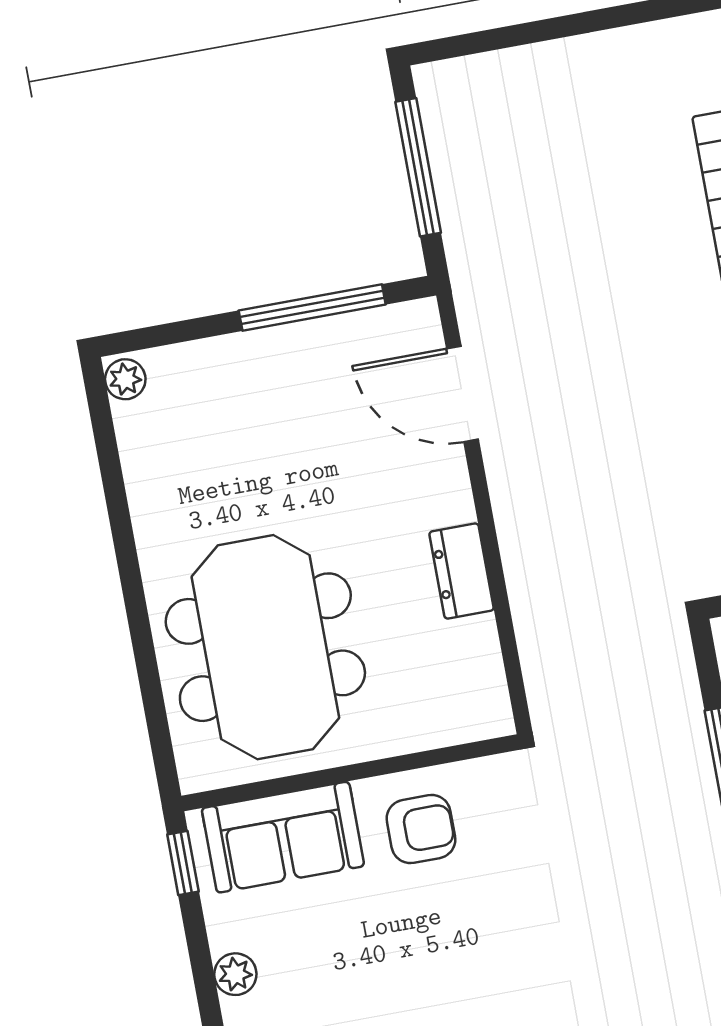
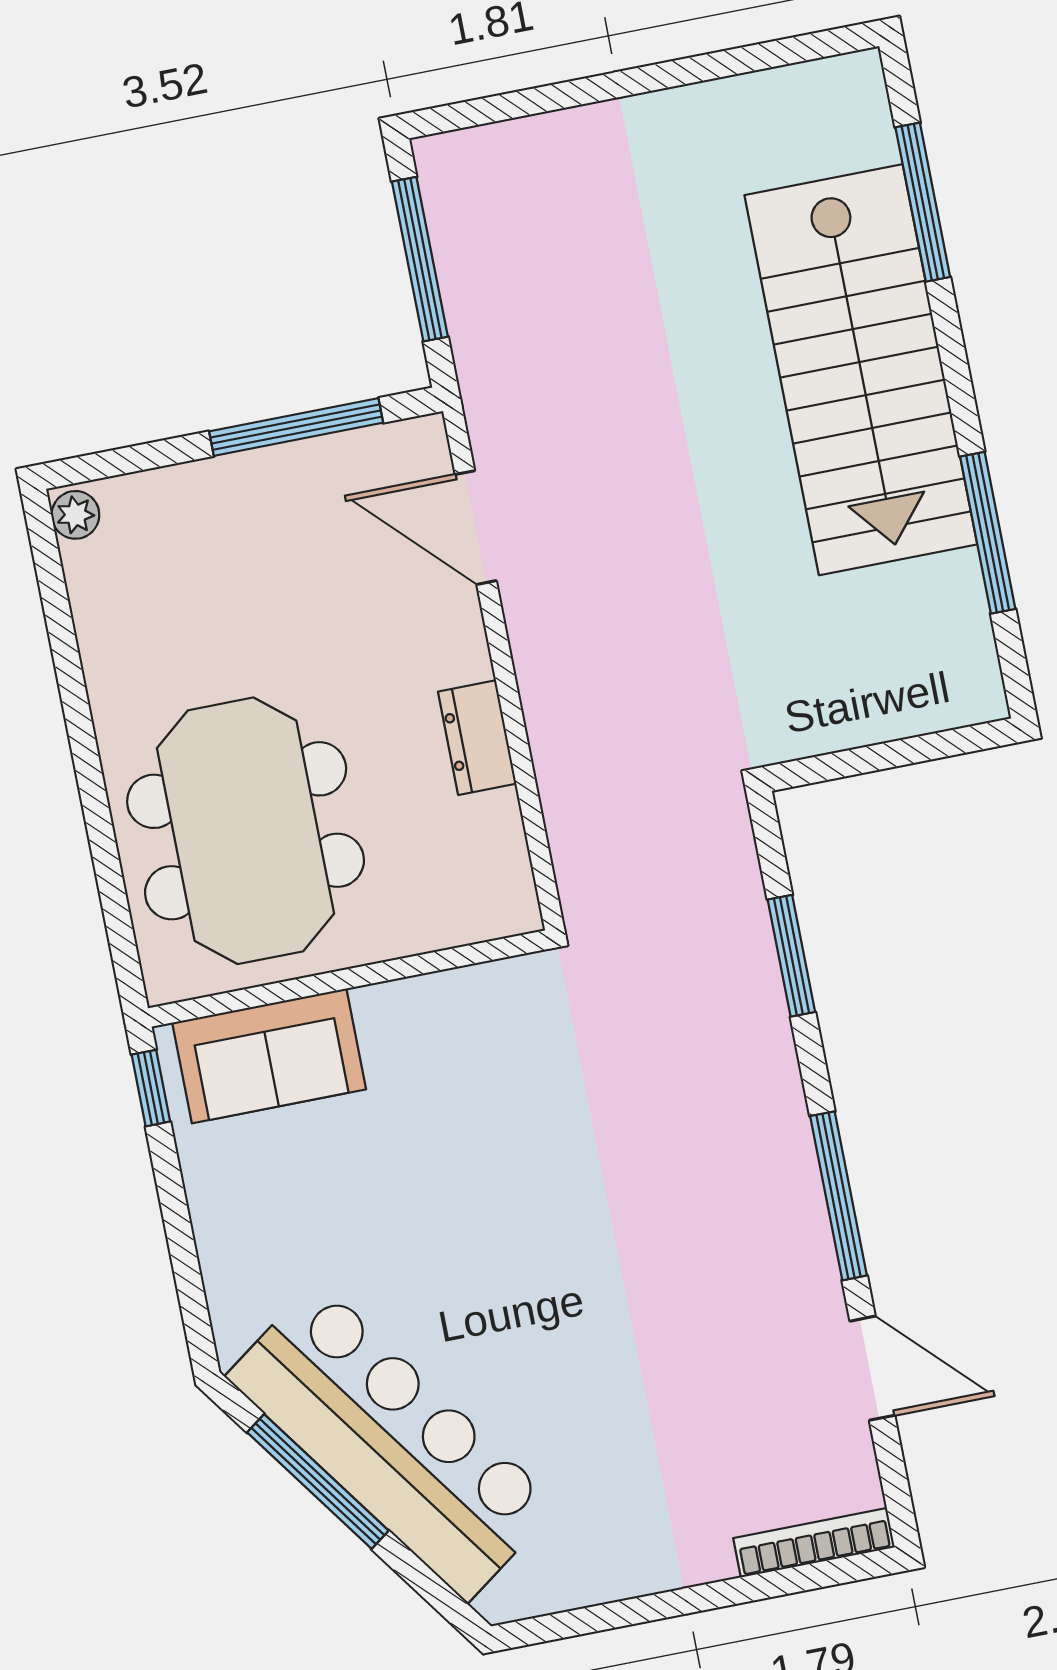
armchair: (421, 829) -> (433, 1044), removed
plant: (235, 974) -> (215, 1219), removed

